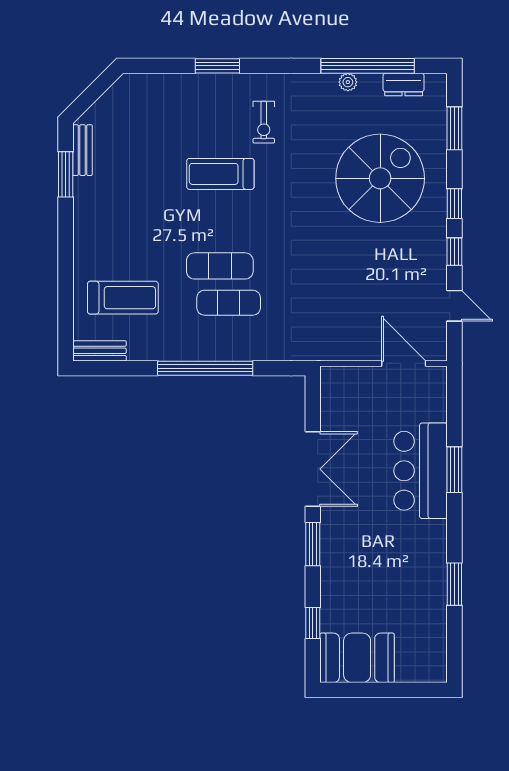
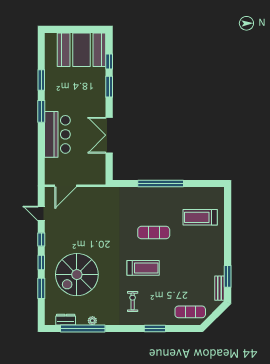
window: (454, 128) -> (41, 288), moved
treadmill: (220, 174) -> (143, 268), moved
exercise mat: (229, 303) -> (190, 312), moved
bench: (100, 351) -> (211, 192), removed
door: (404, 363) -> (66, 186), hinge flipped
window: (454, 470) -> (41, 111), moved
window: (313, 544) -> (109, 87), moved
booth: (357, 658) -> (81, 50), width x1.36, depth x1.42

